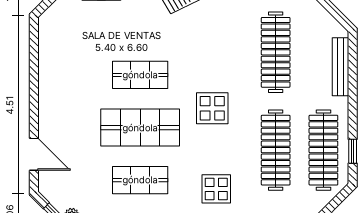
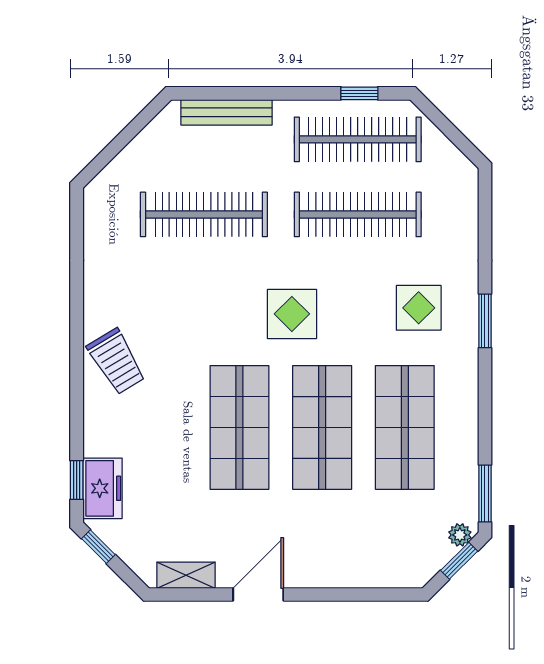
shelving: (46, 41) -> (186, 575), added
shop shelf: (140, 75) -> (239, 427), width x1.43, depth x1.36
door: (34, 154) -> (258, 595), moved
shop shelf: (140, 180) -> (405, 427), width x1.43, depth x1.36

